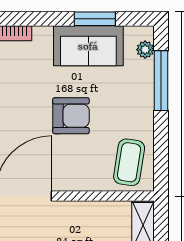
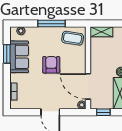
window: (161, 81) -> (52, 24), moved

